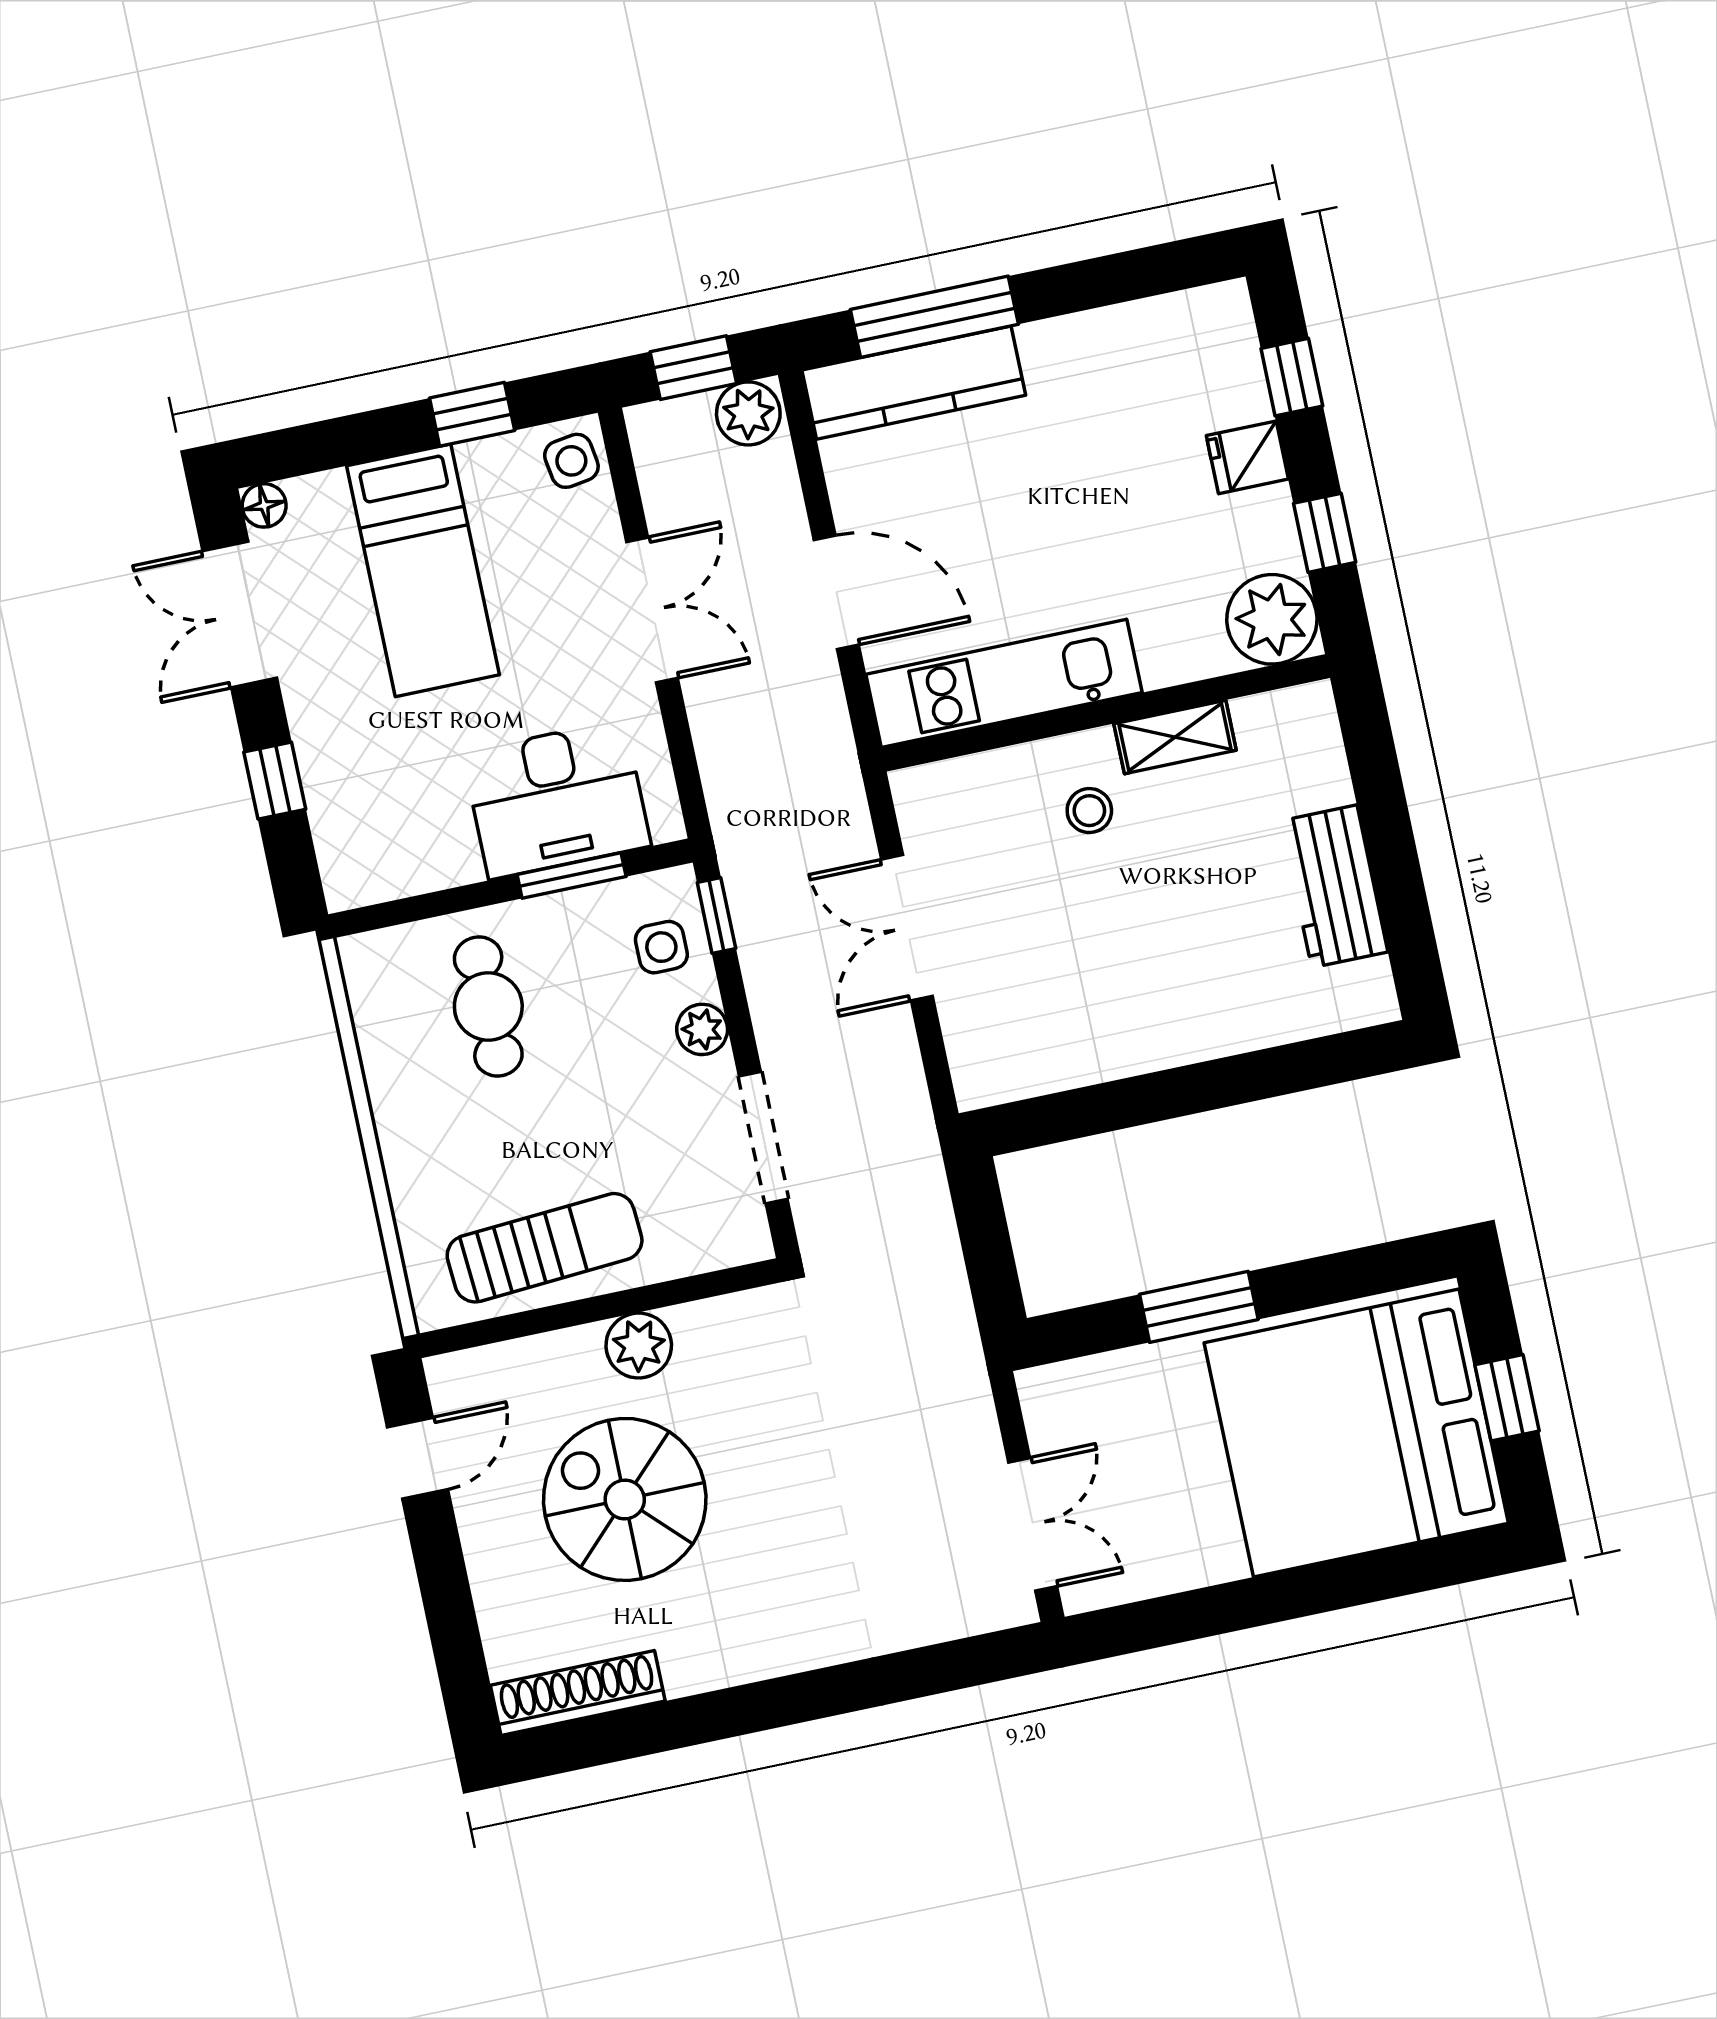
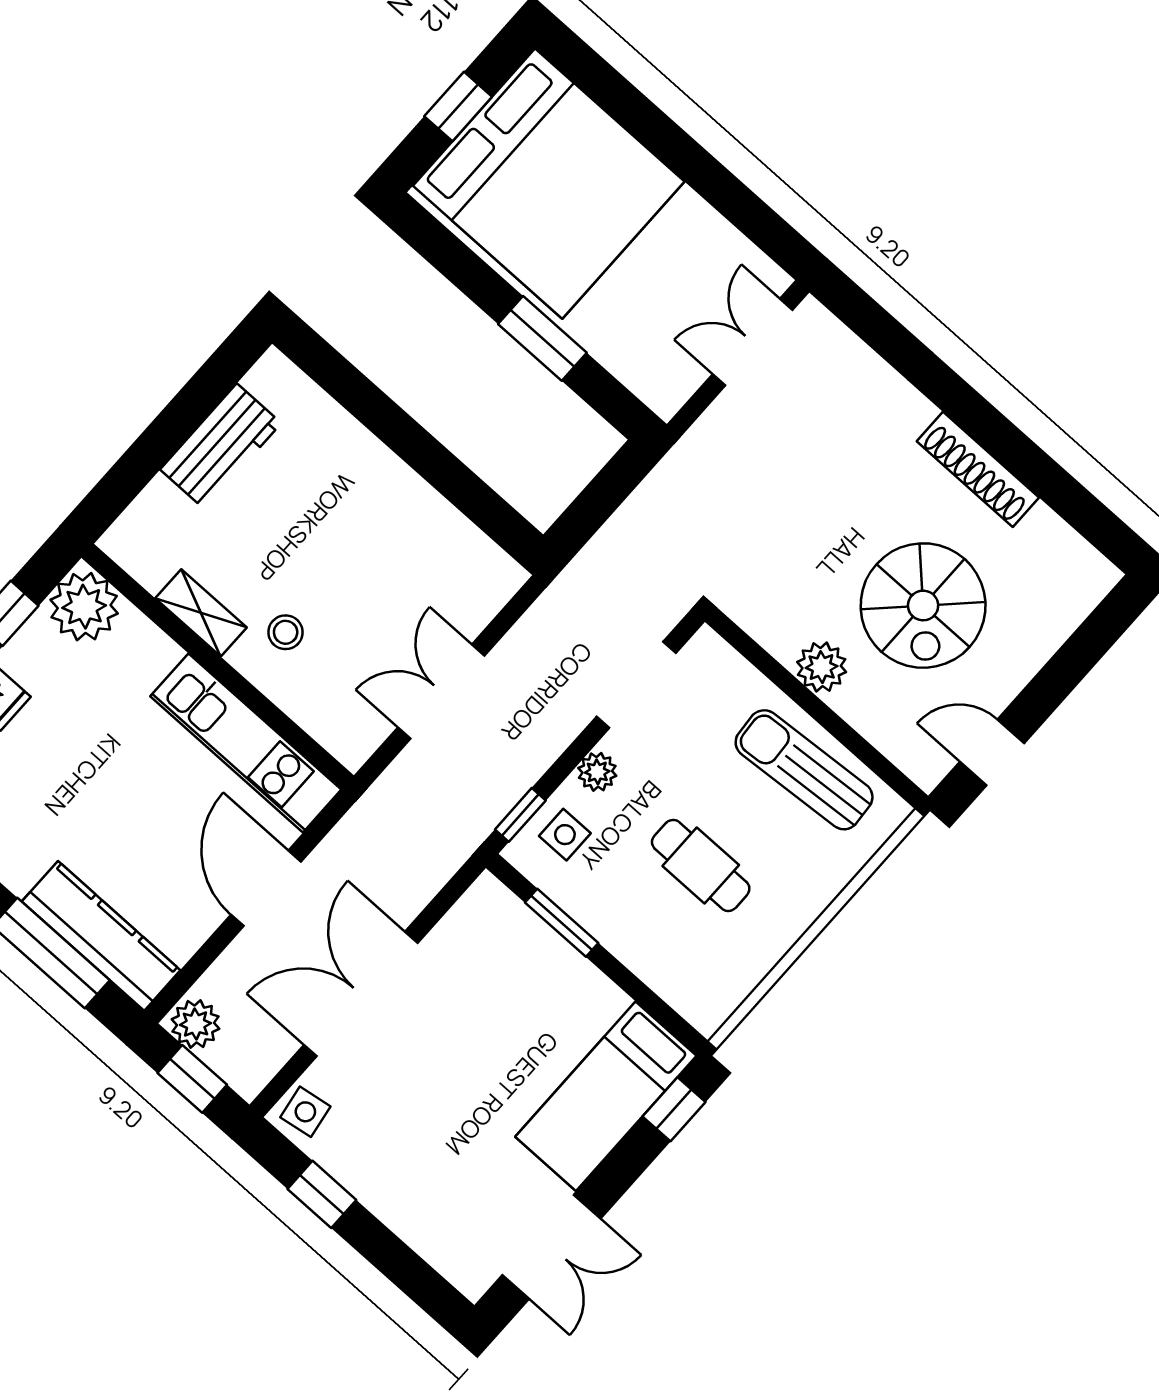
floor lamp: (264, 505) -> (473, 1281), removed
bed: (423, 570) -> (606, 1096), moved, turned 180
double door: (652, 610) -> (361, 994), width x1.37
window: (275, 781) -> (674, 1109), moved
desk: (557, 799) -> (521, 967), removed
double door: (907, 928) -> (441, 692), swing flipped
cafe table: (488, 1007) -> (701, 865), moved, turned 90
shoe rack: (578, 1693) -> (978, 469), moved

